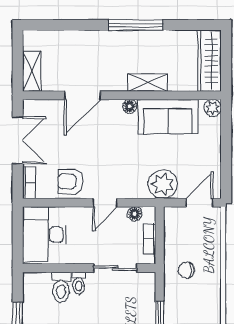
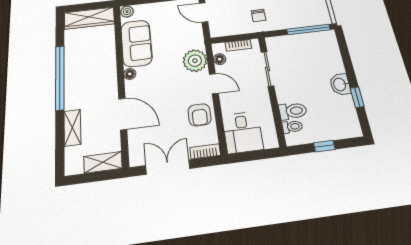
window: (136, 25) -> (60, 78), width x1.46
shelving: (148, 82) -> (72, 128), moved
plant: (163, 184) -> (195, 61), moved
desk: (44, 234) -> (243, 132), width x0.73
toilet: (79, 283) -> (292, 127), moved

